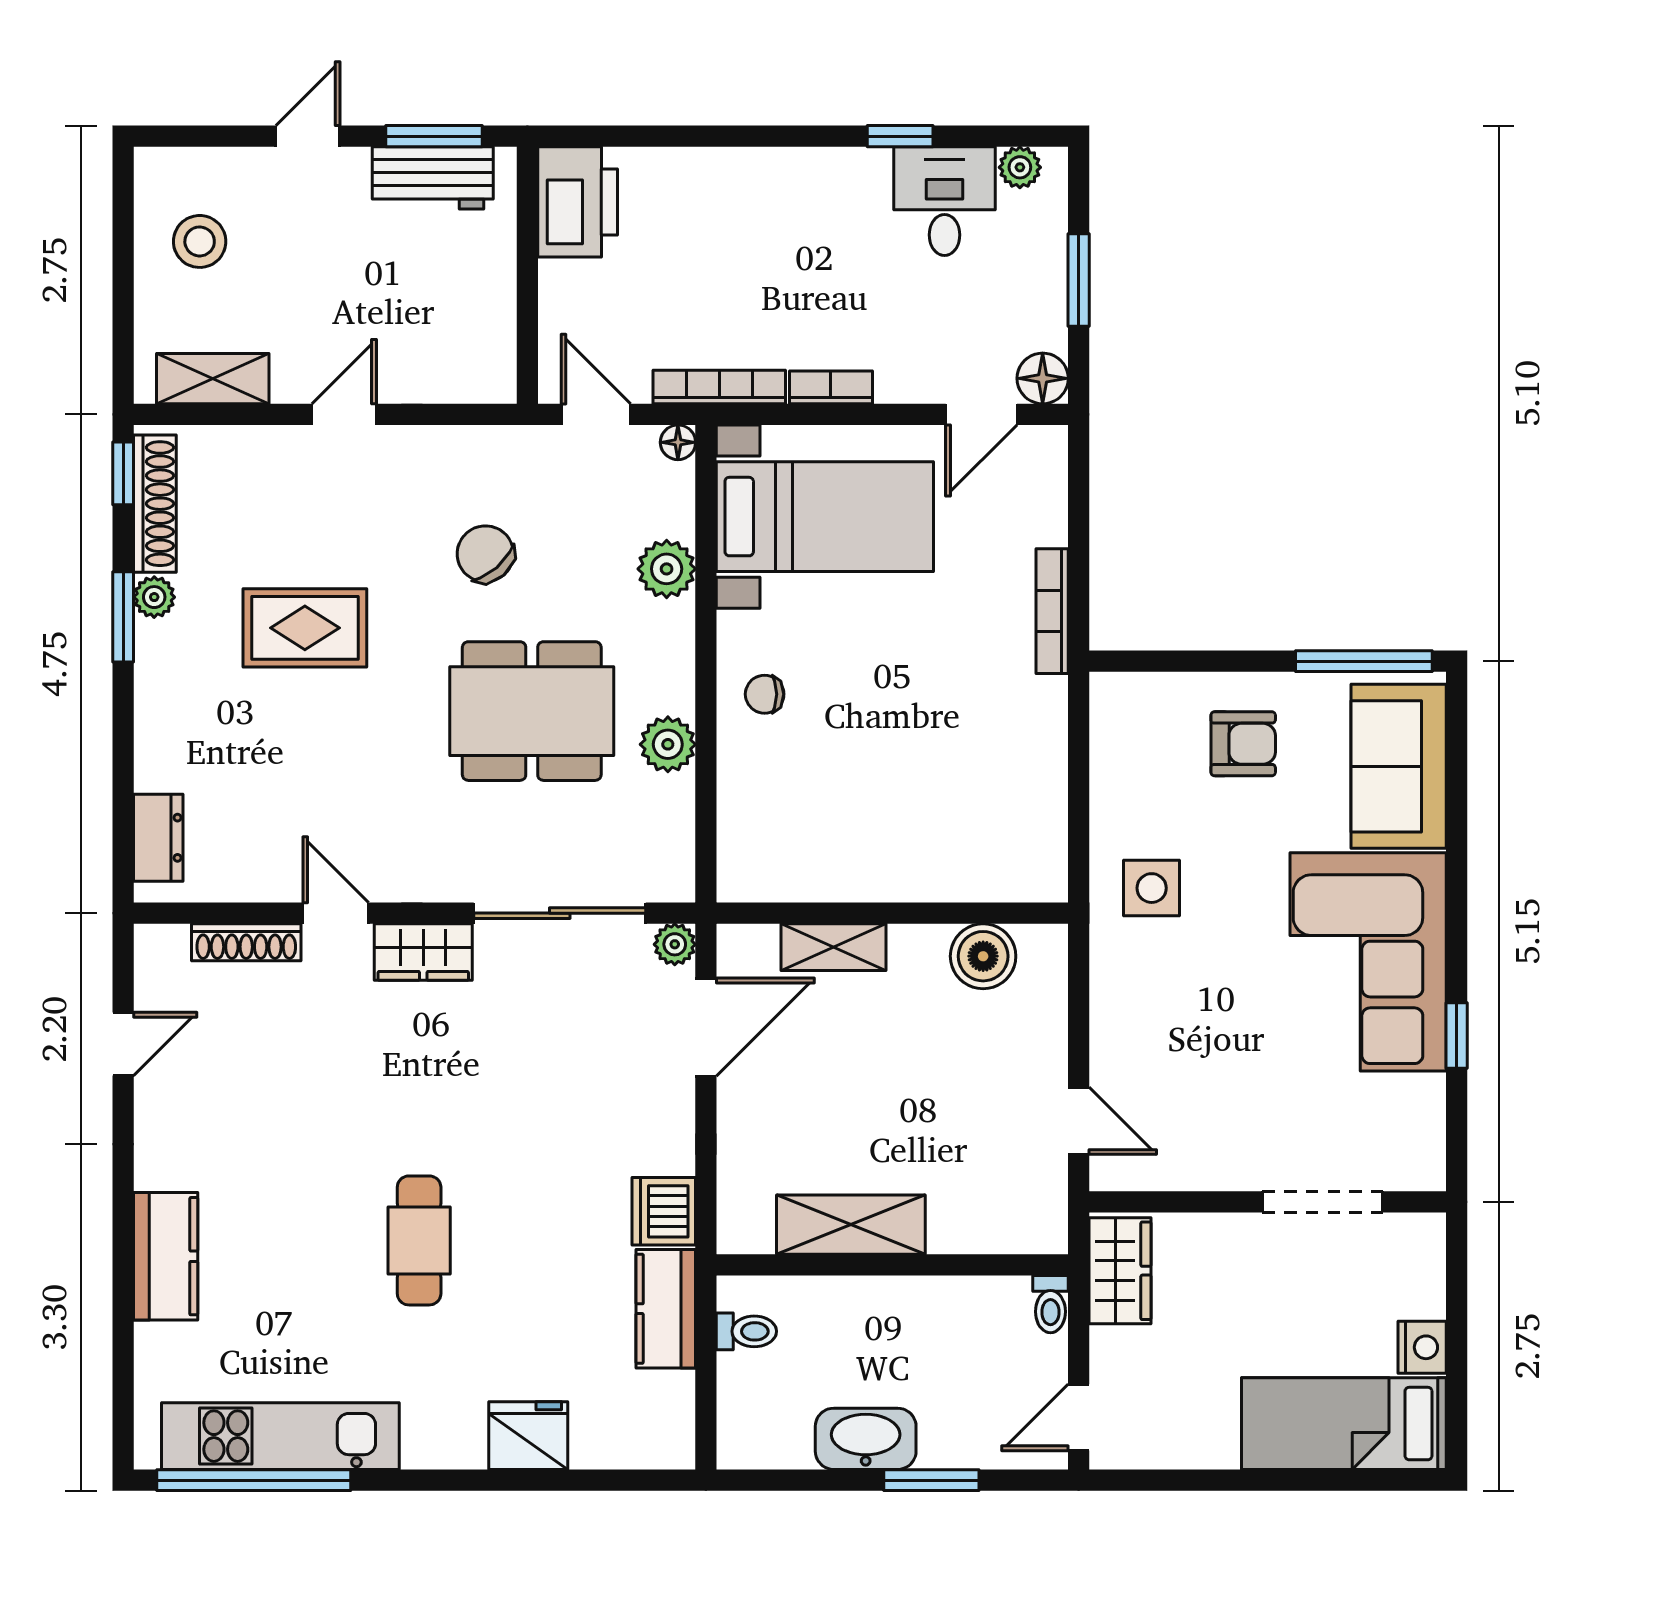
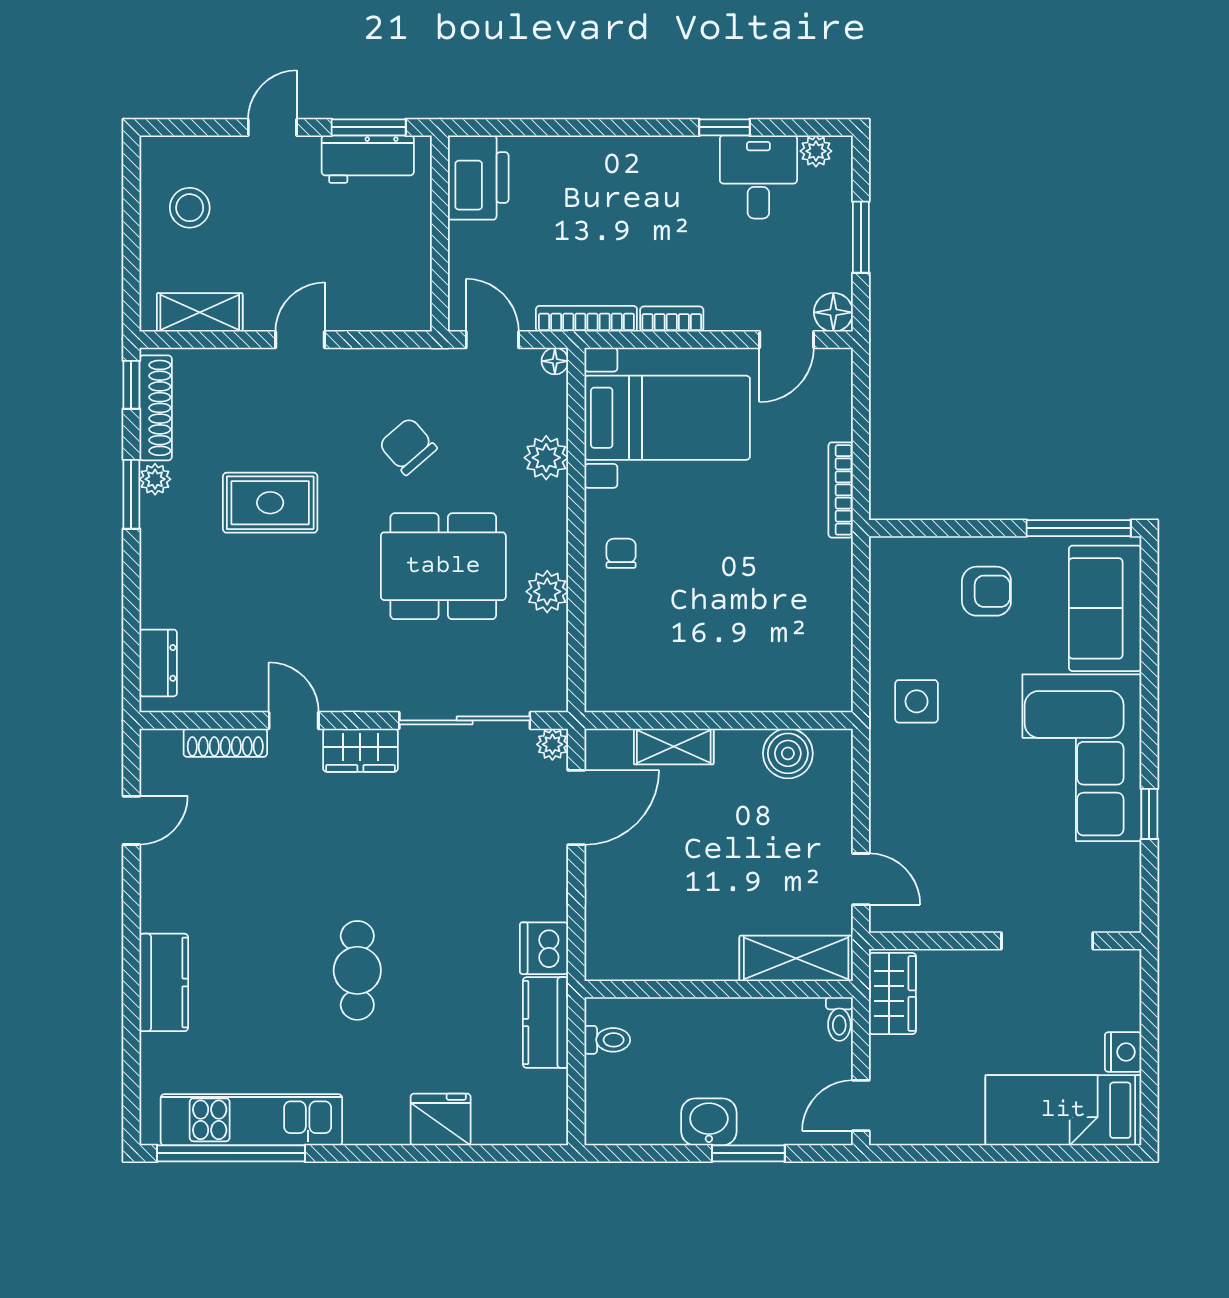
chair: (765, 694) -> (621, 553), turned 90
shelving: (851, 1225) -> (796, 958), moved
washbasin: (866, 1439) -> (709, 1122), width x0.72

